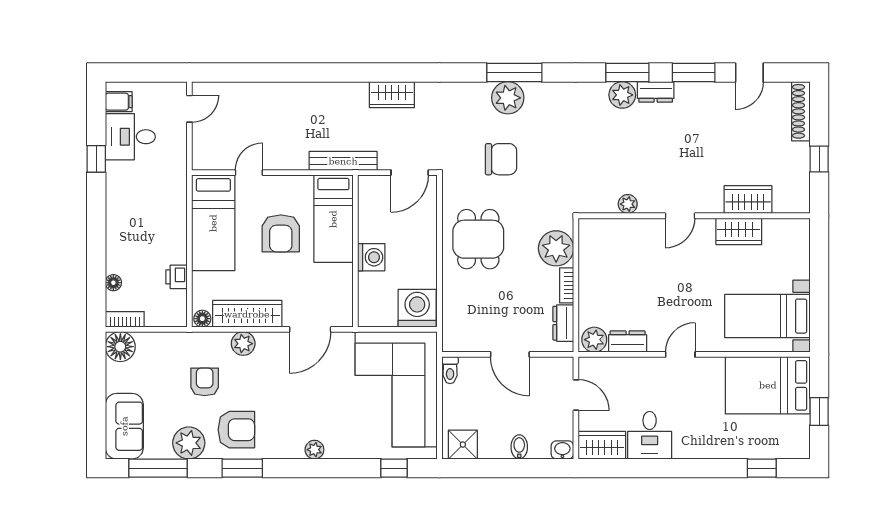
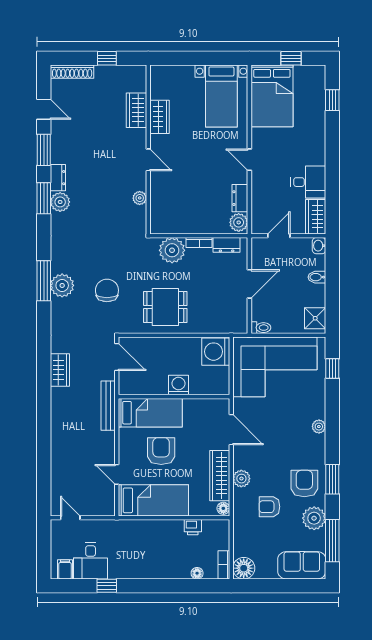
armchair: (281, 233) -> (161, 451), turned -90

